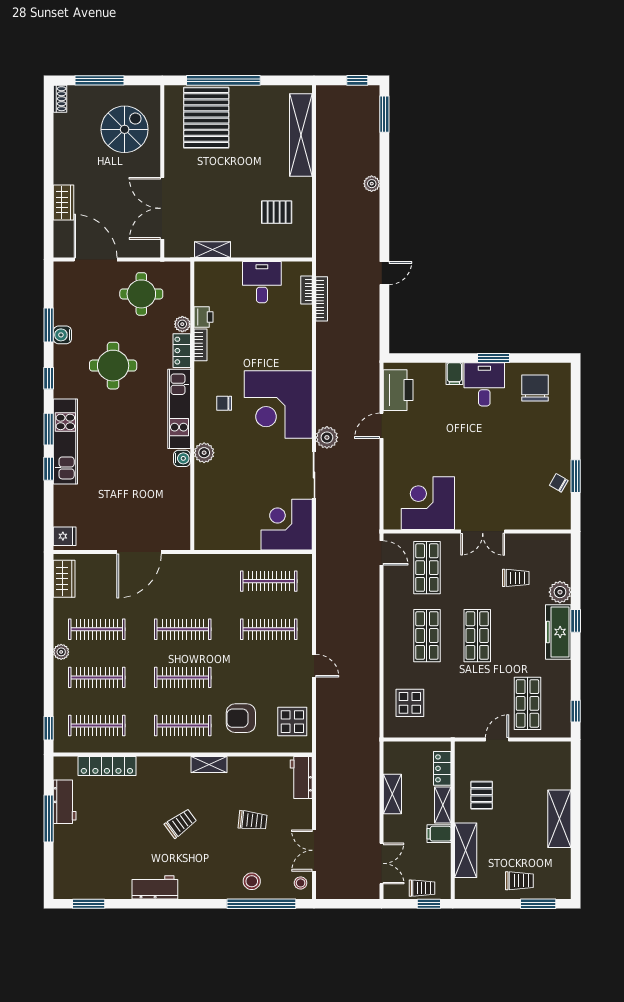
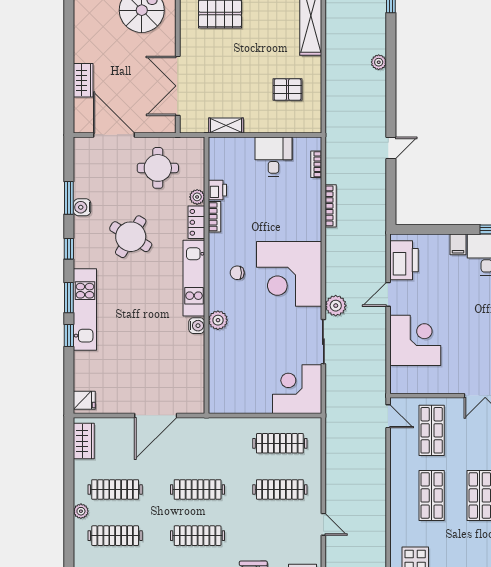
bookcase: (322, 299) -> (331, 206), moved
round table: (113, 366) -> (131, 237), turned 31
corner desk: (428, 503) -> (415, 340), moved, turned 90

